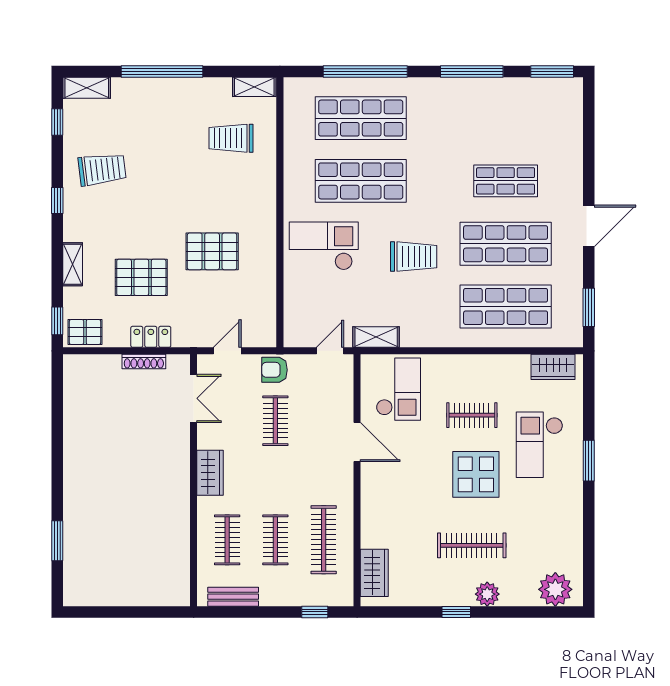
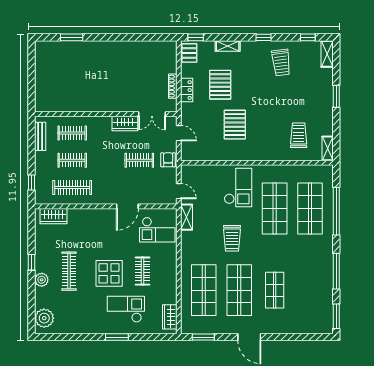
window: (162, 71) -> (336, 96), width x0.47
wardrobe: (210, 473) -> (125, 123), moved

